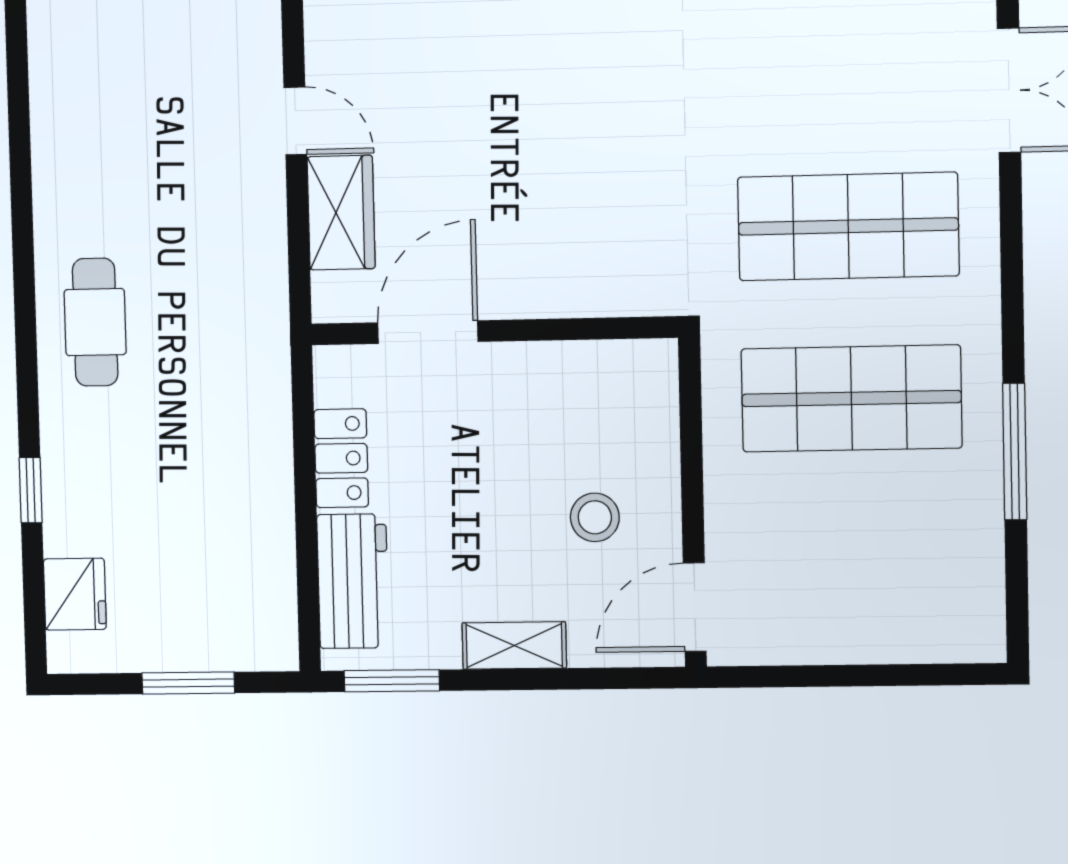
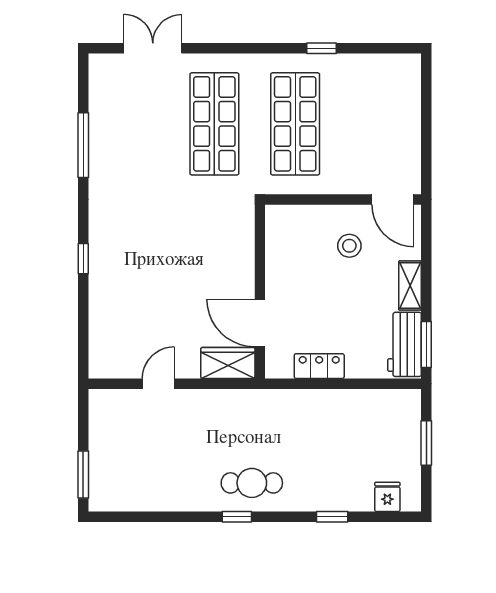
wardrobe: (341, 213) -> (228, 363), moved
window: (24, 293) -> (237, 517), added
window: (1015, 452) -> (322, 48), width x0.46
workbench: (353, 581) -> (405, 344), moved, turned -90
fridge: (75, 594) -> (387, 497), width x0.72

